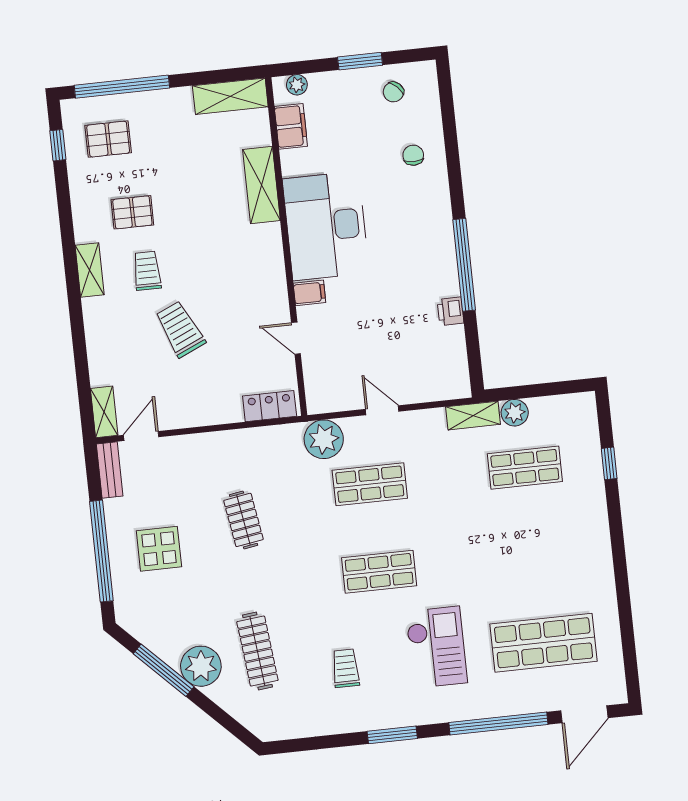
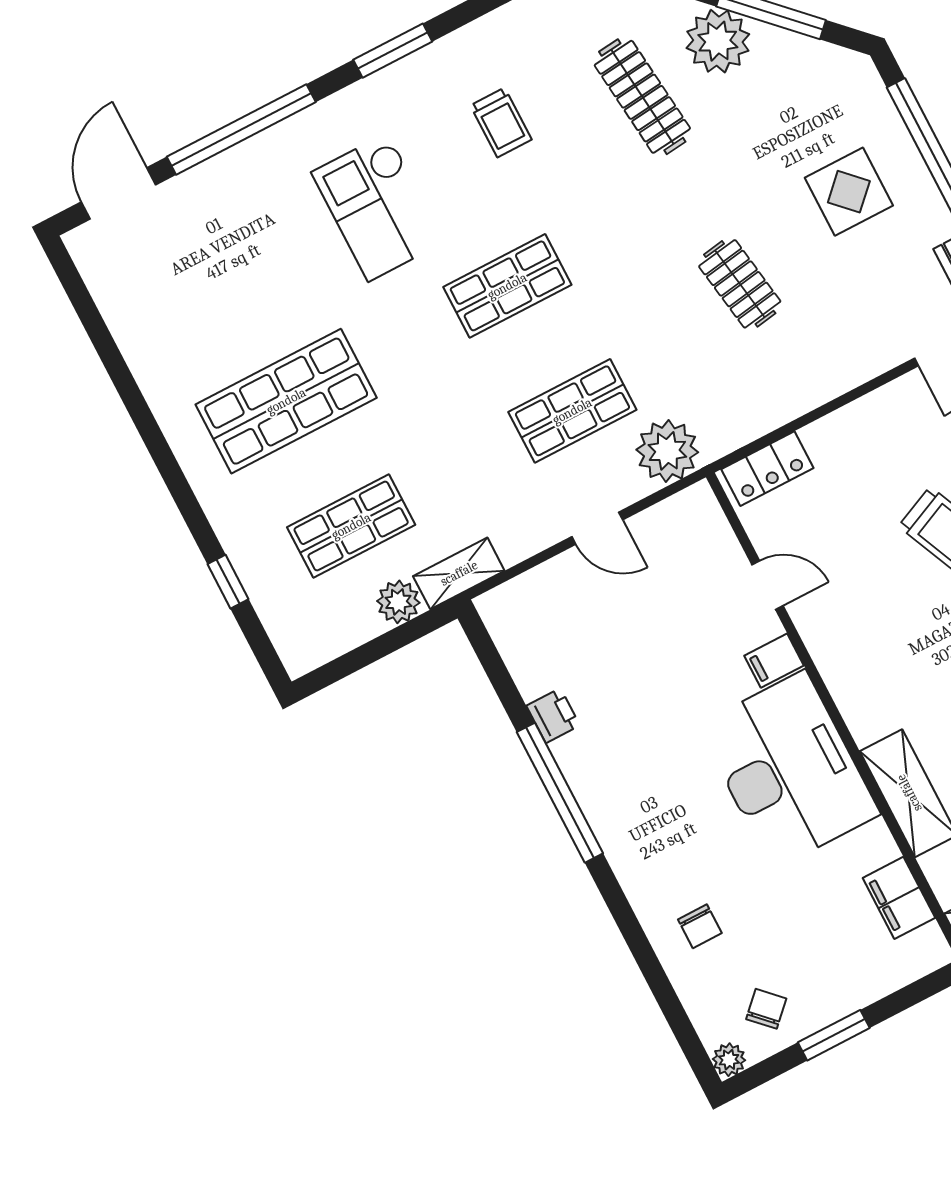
plant: (297, 85) -> (729, 1060), moved
shop shelf: (544, 643) -> (286, 401), moved

